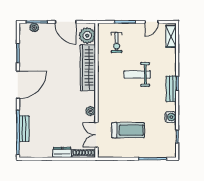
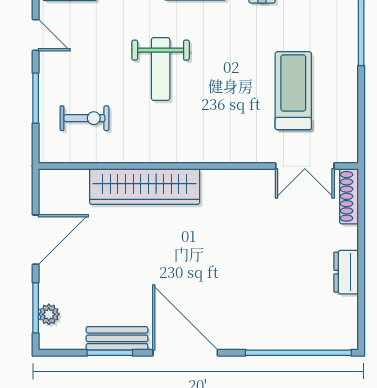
plant: (87, 36) -> (68, 188), removed
plant: (91, 111) -> (248, 180), removed
bench: (24, 129) -> (117, 338), moved
dresser: (62, 152) -> (346, 272), moved

